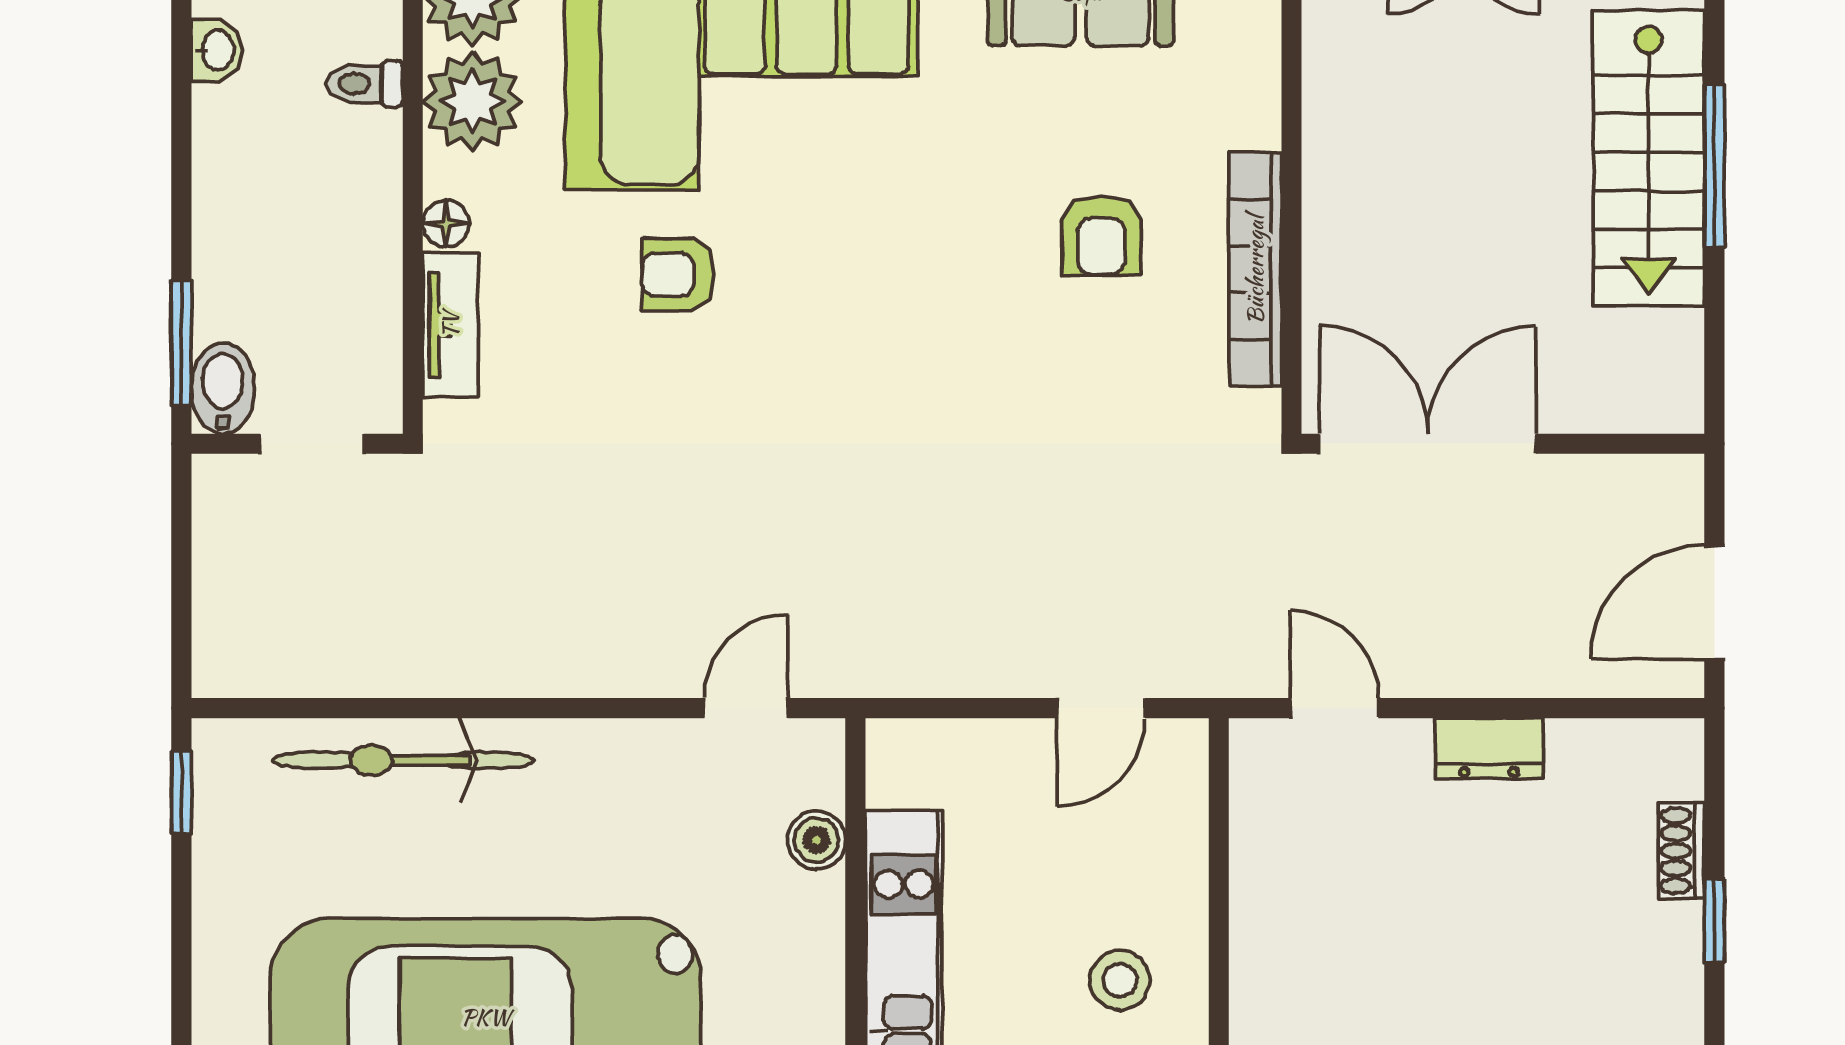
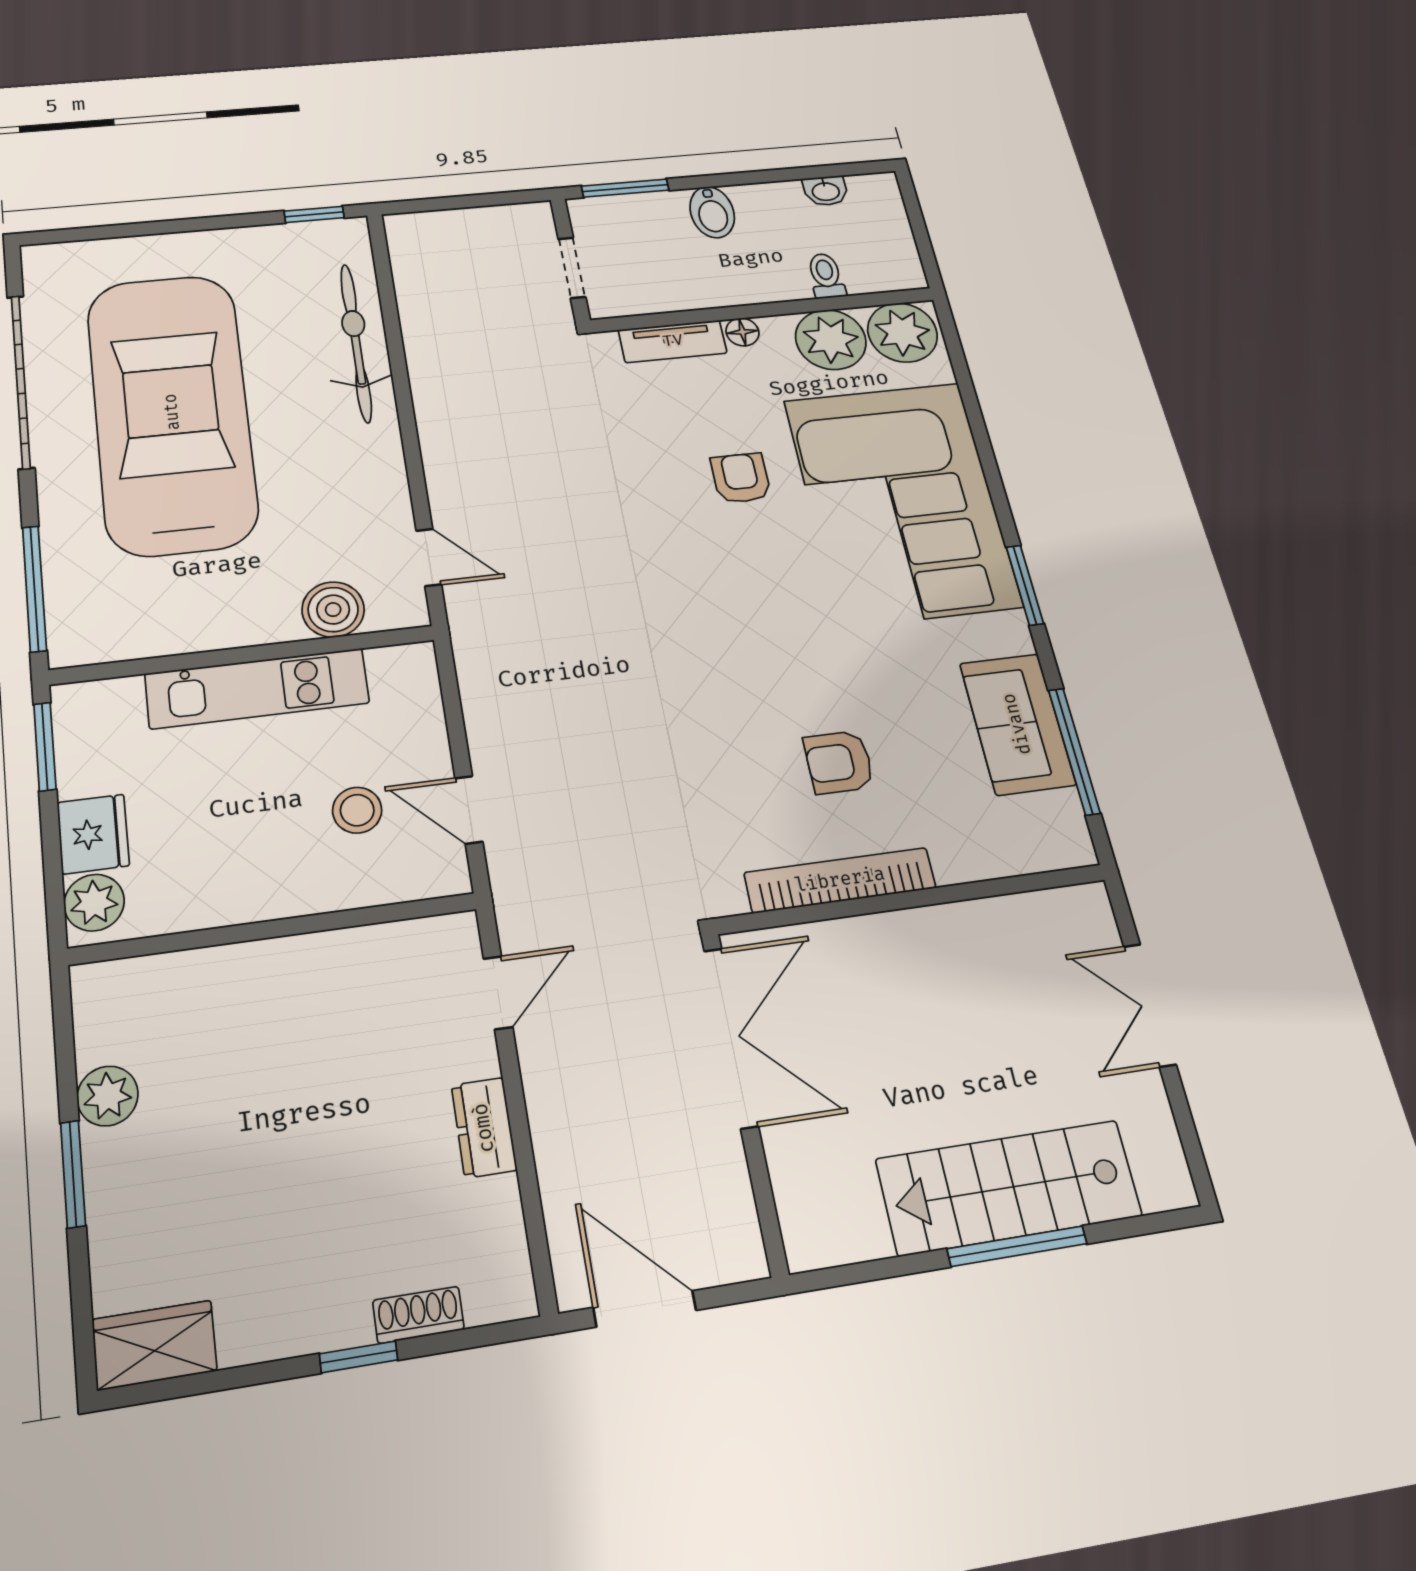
bidet: (223, 388) -> (712, 212), moved, turned 90
boiler: (816, 840) -> (333, 610), width x1.36, depth x1.36
stool: (1120, 980) -> (357, 810), moved

